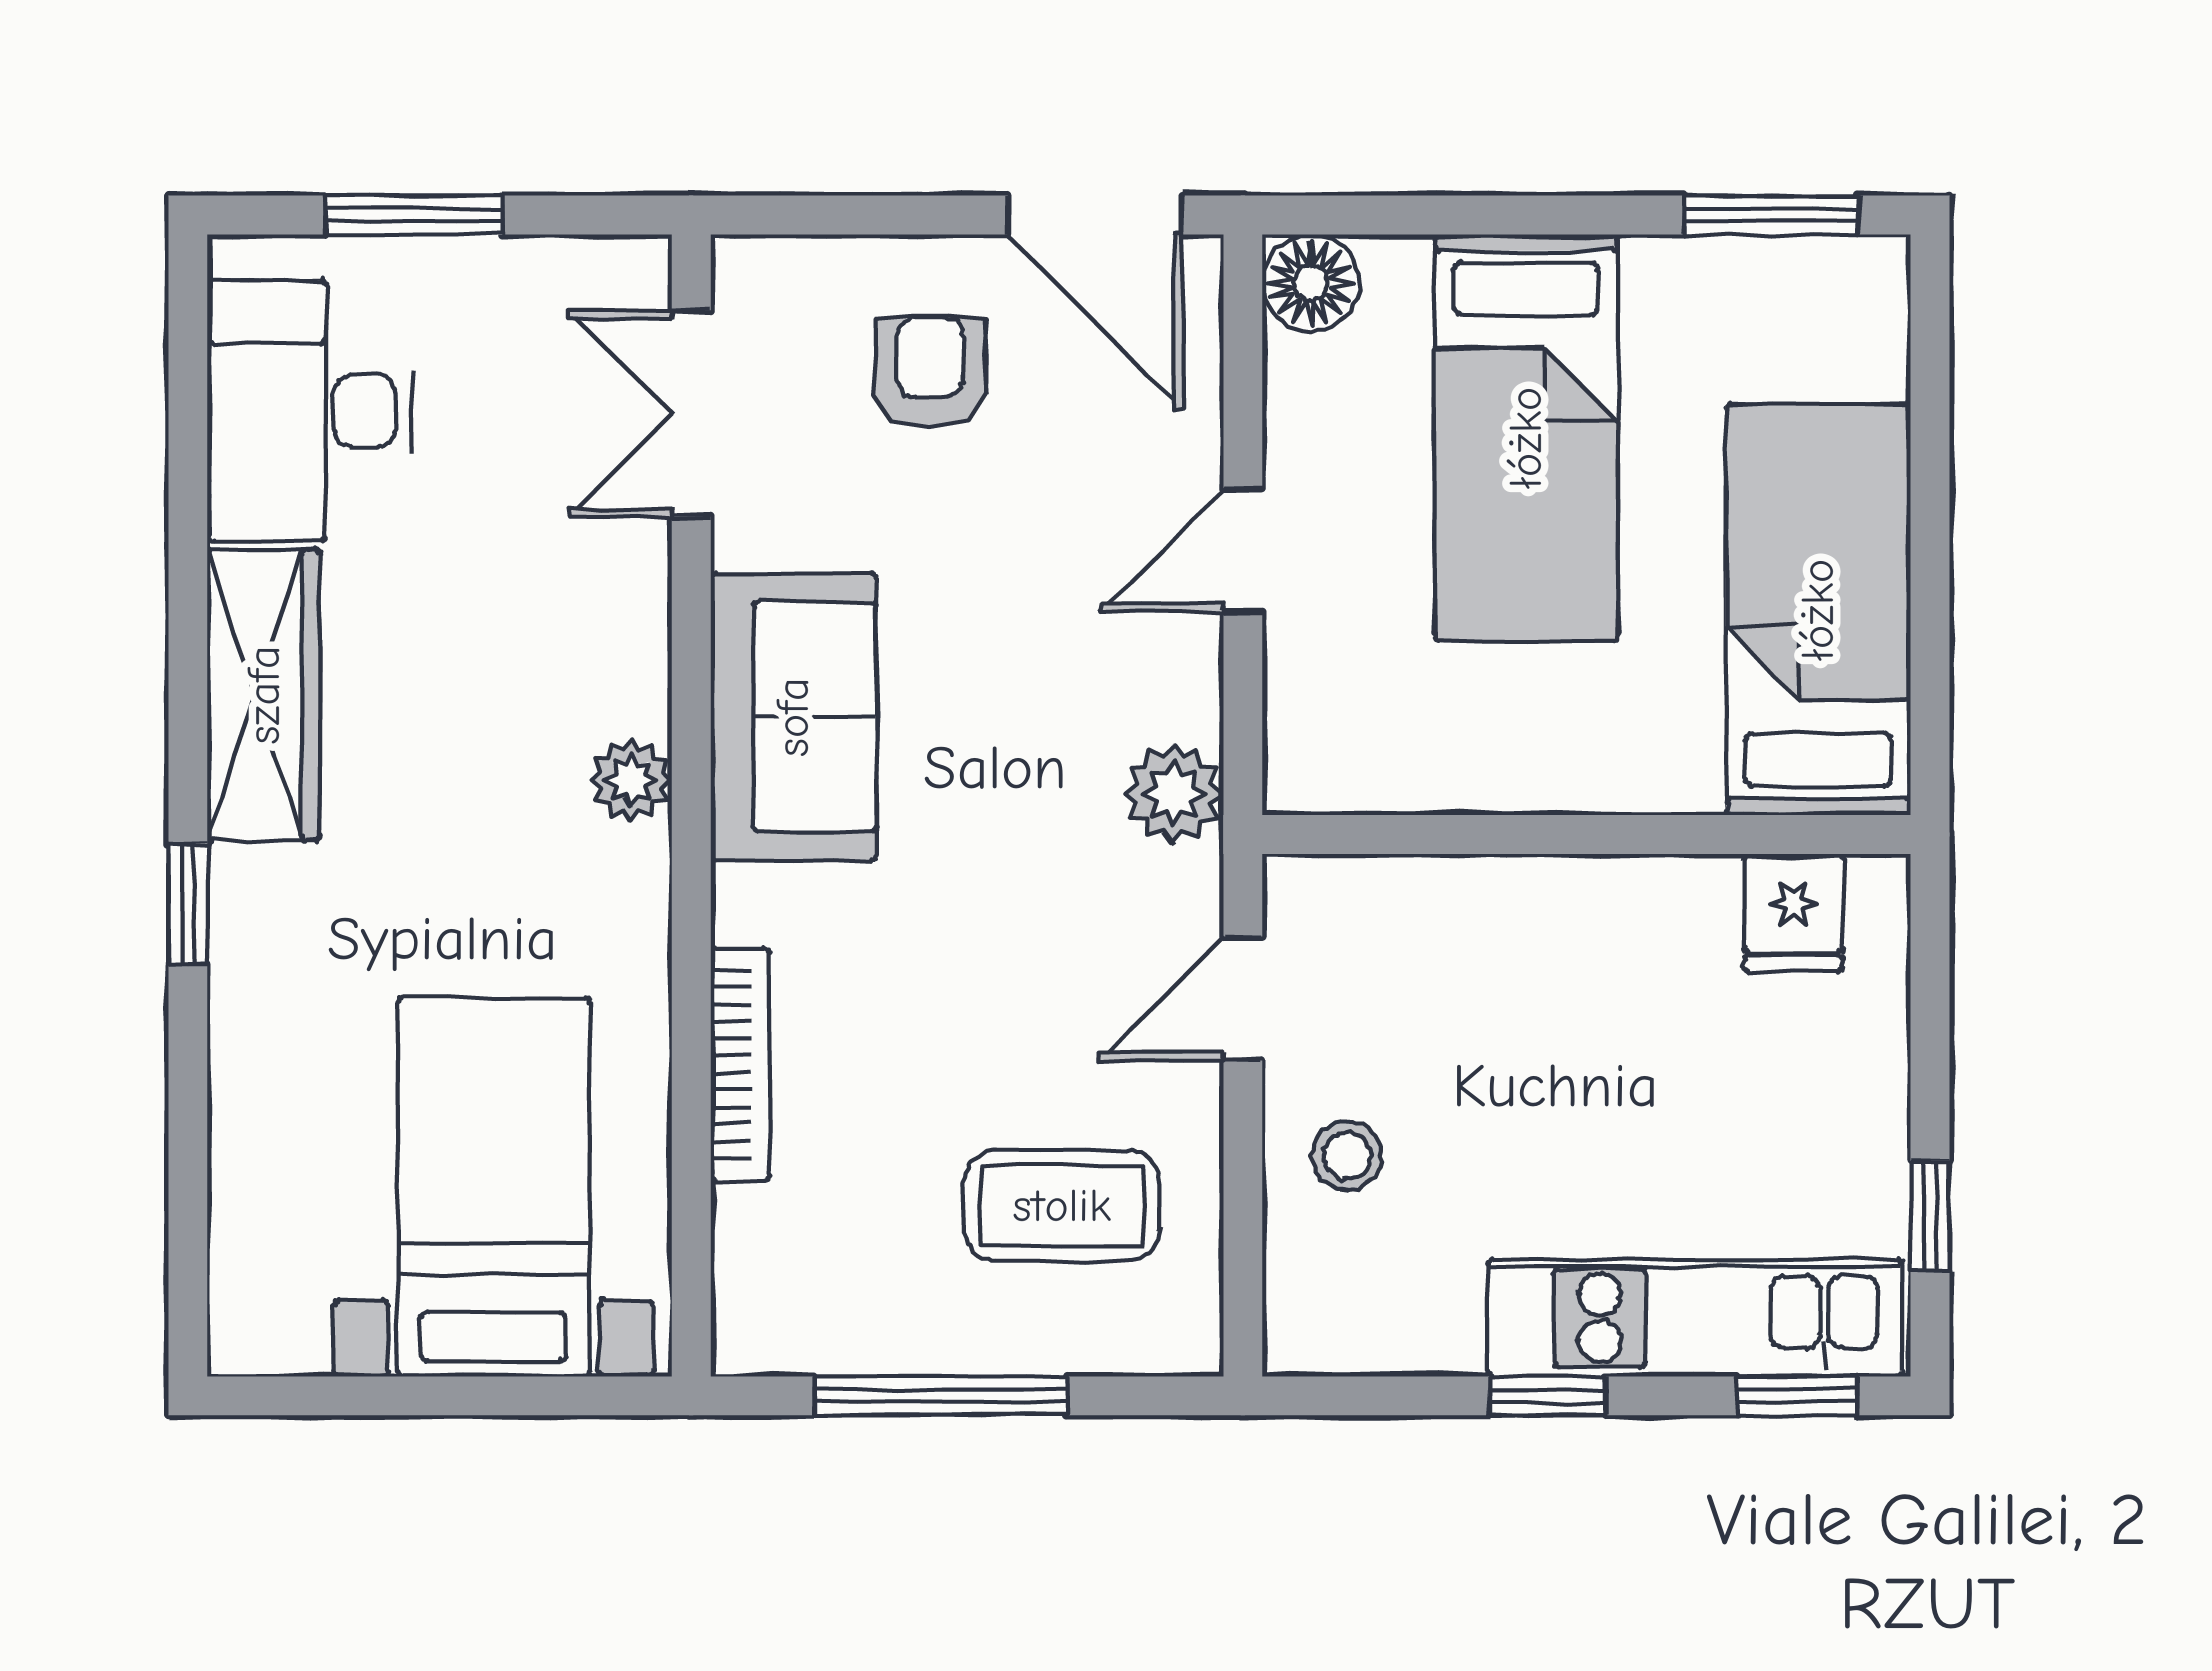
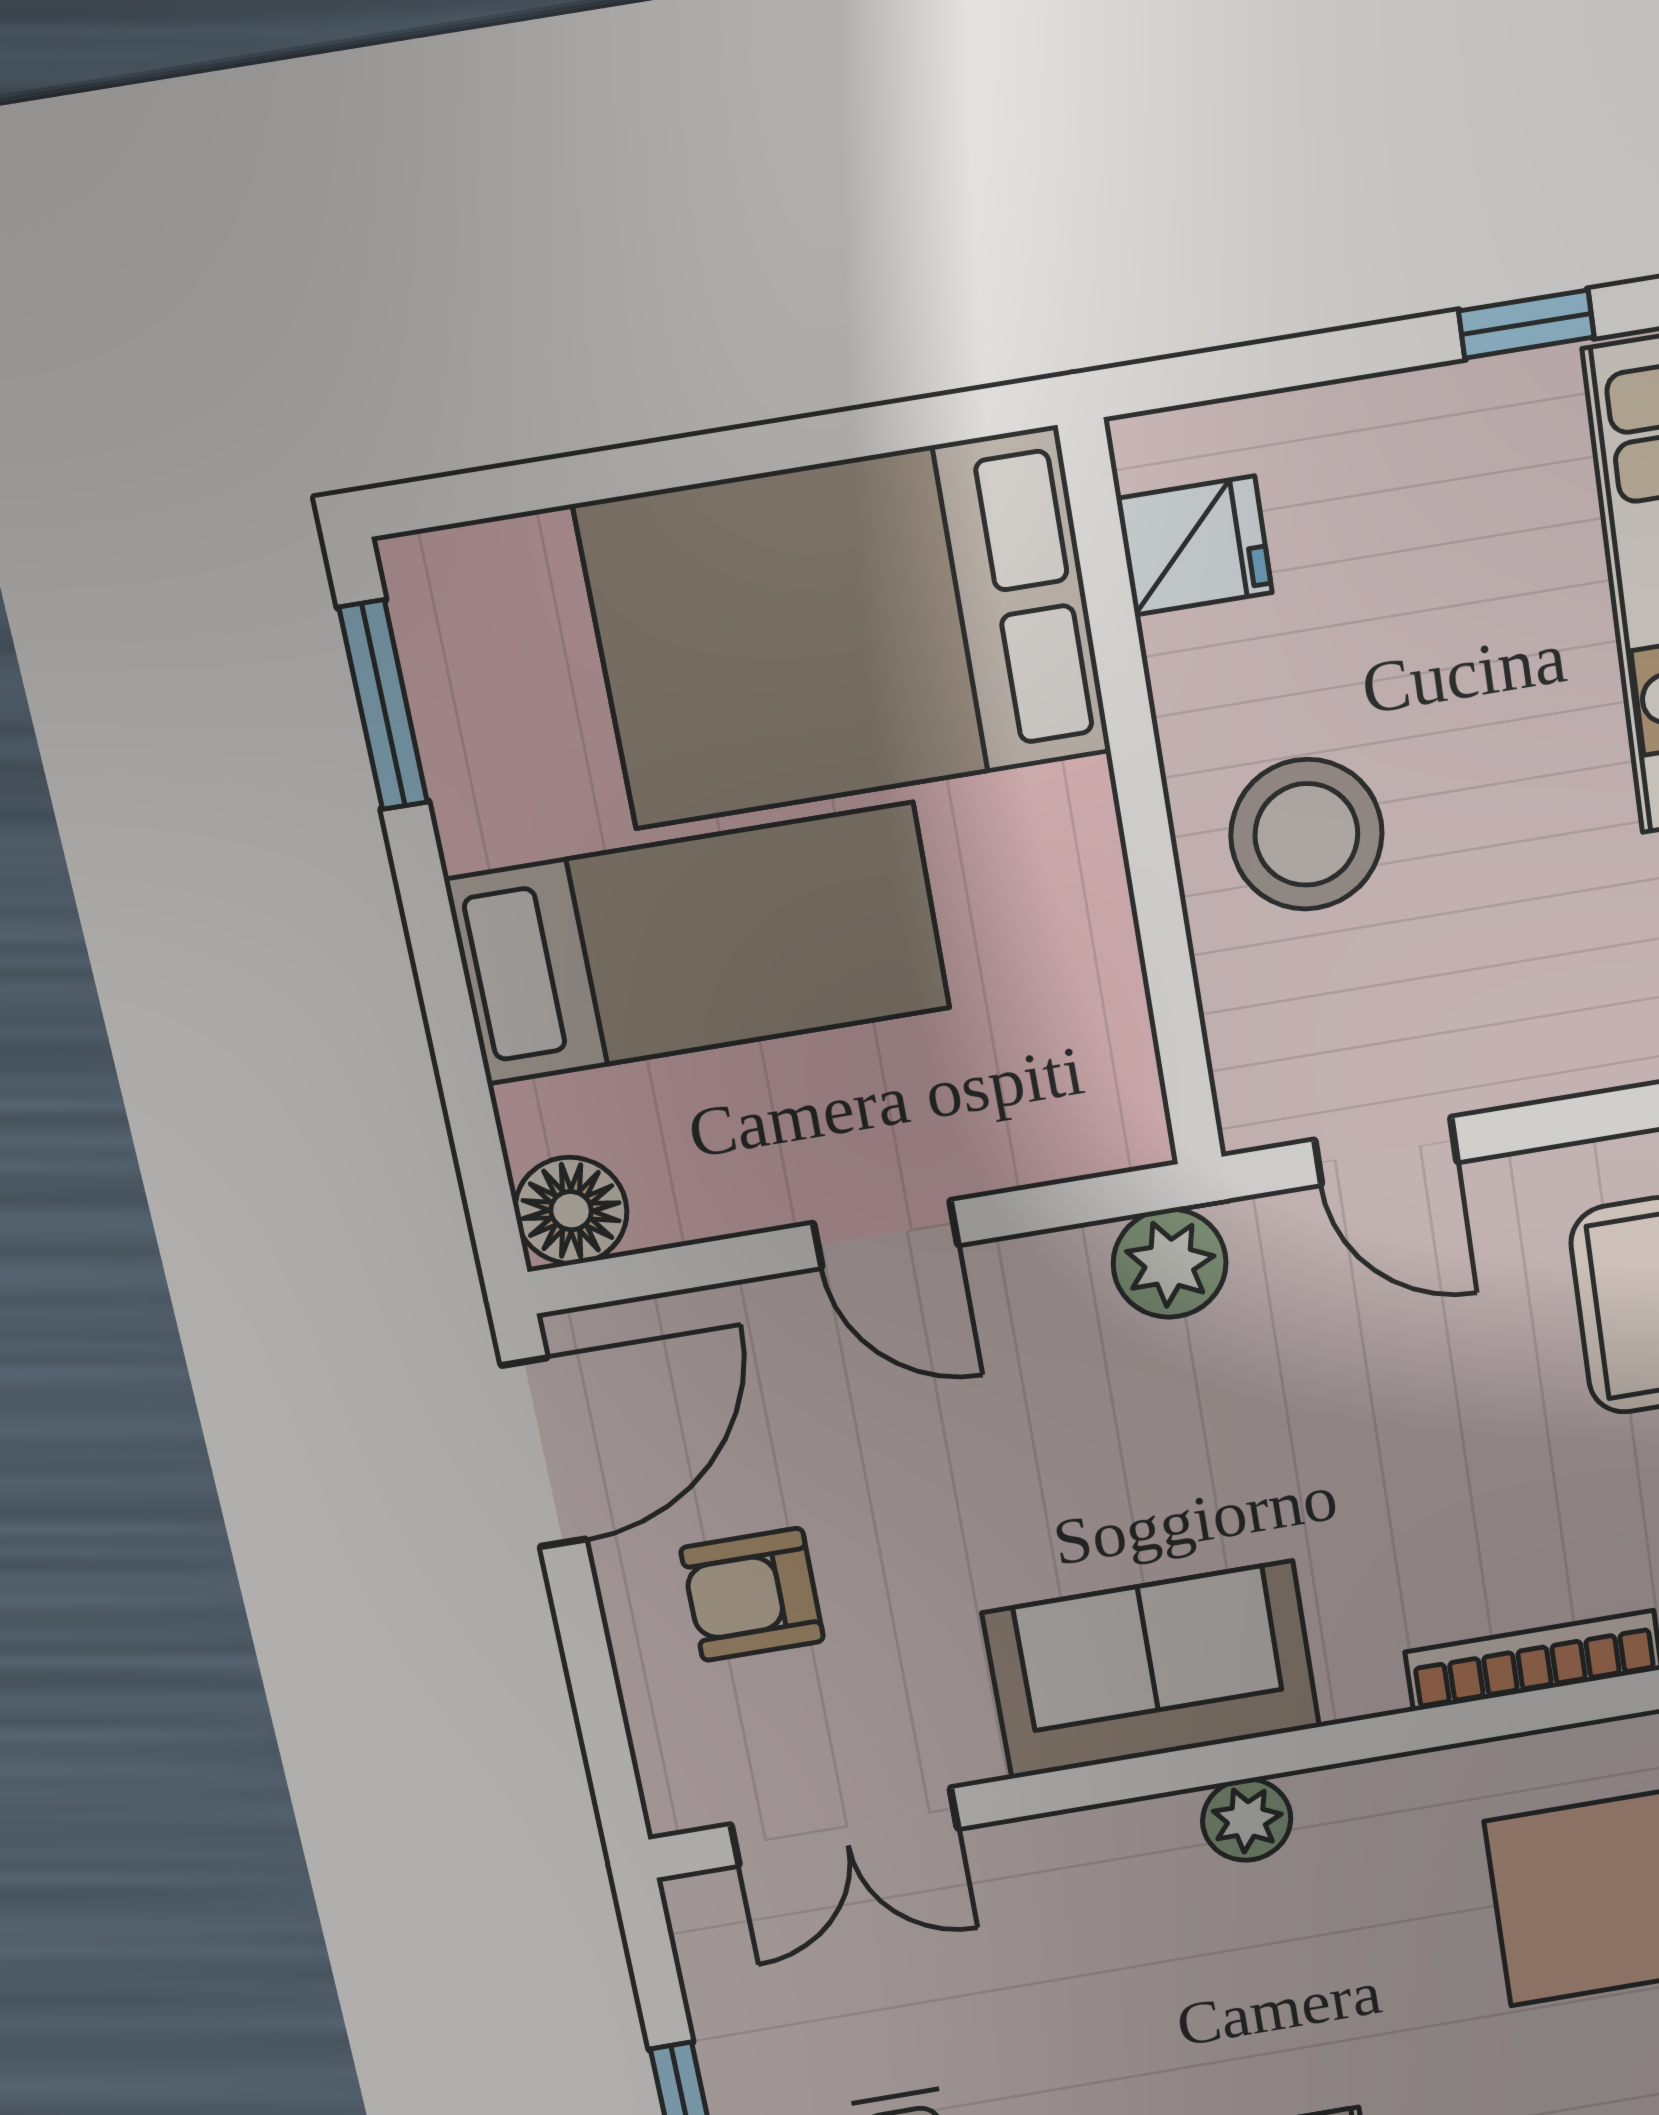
bed: (1818, 610) -> (845, 629), width x1.50
stool: (1347, 1156) -> (1306, 834), moved, width x1.89, depth x1.89

